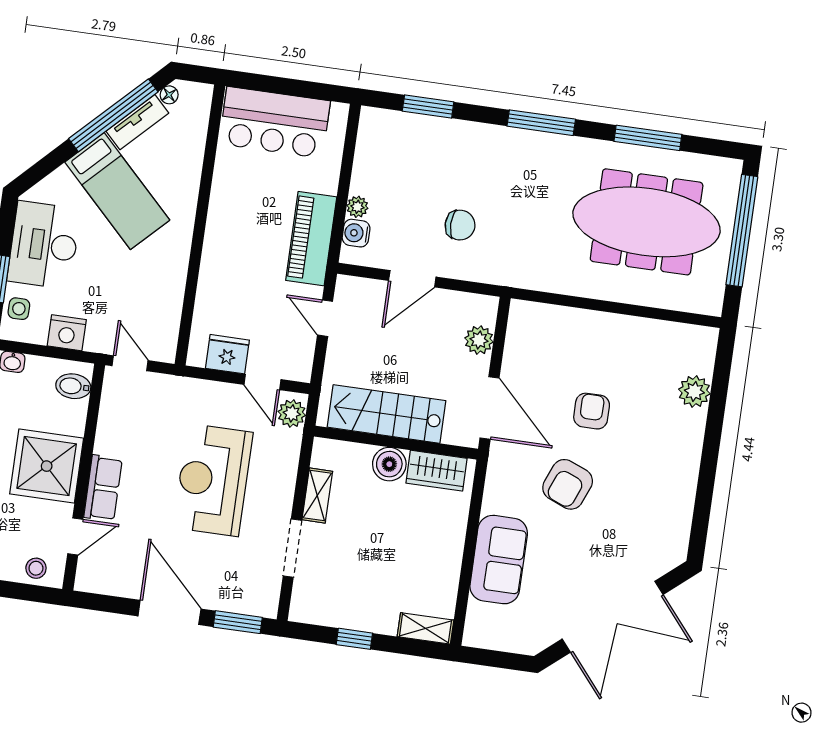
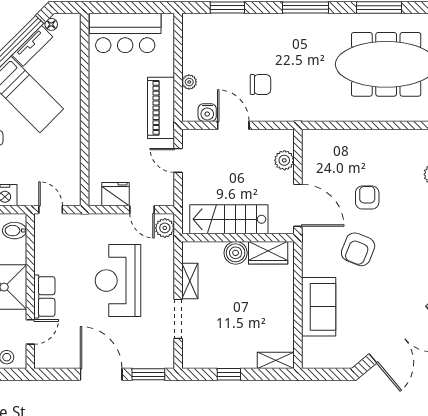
water cooler: (356, 233) -> (207, 113), moved, turned -90
door: (412, 279) -> (233, 125), swing flipped

